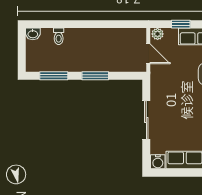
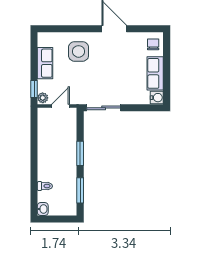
window: (181, 24) -> (34, 89), moved
sliding door: (146, 120) -> (104, 108), moved

